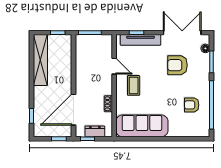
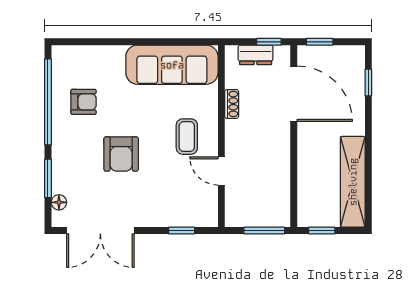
tv unit: (140, 40) -> (174, 218), removed
armchair: (177, 65) -> (121, 154), moved, turned 90
door: (73, 110) -> (294, 94), hinge flipped

